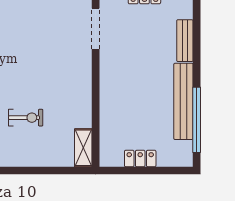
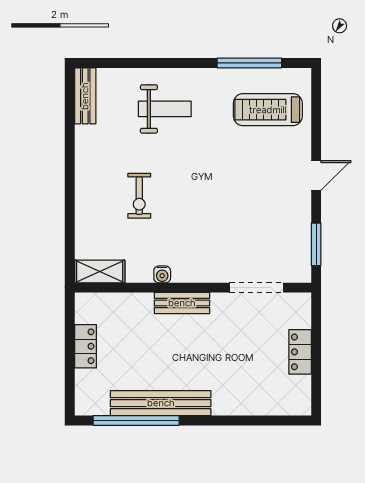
bench: (185, 41) -> (182, 303), moved
water cooler: (86, 100) -> (162, 274), added

